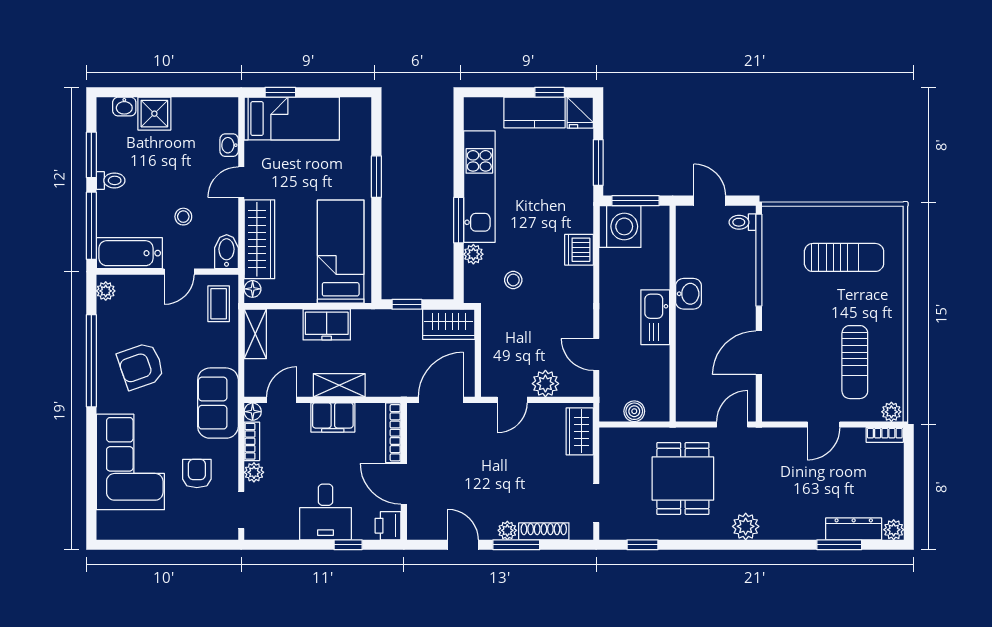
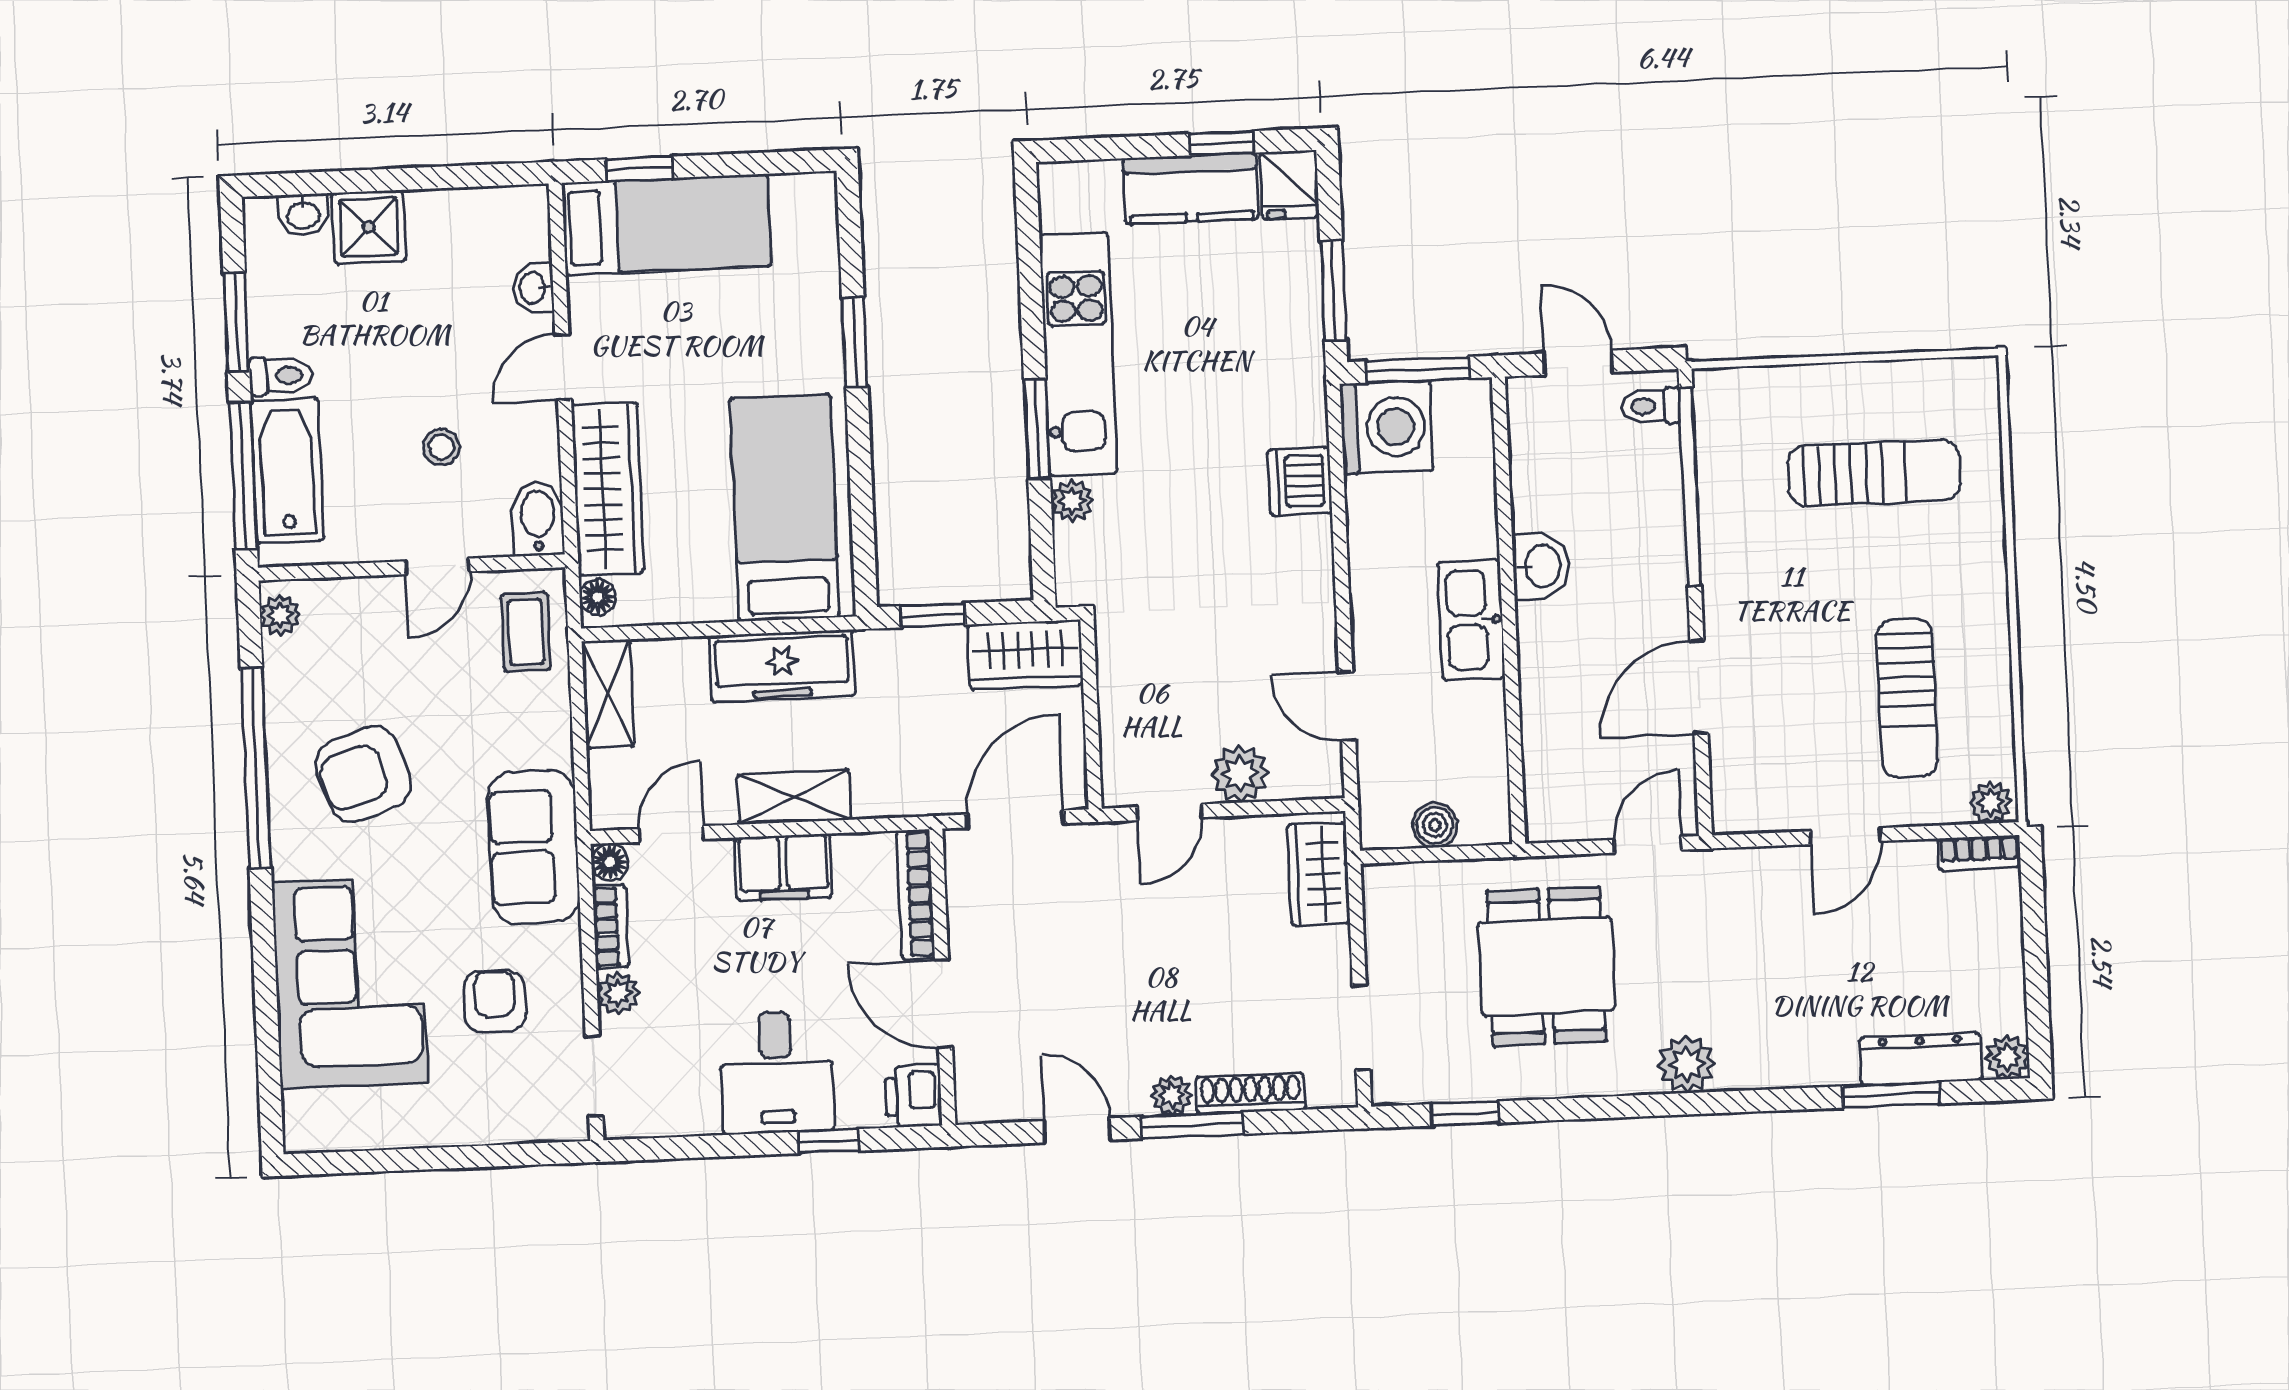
bathtub: (129, 253) -> (287, 470), moved, turned 90
stool: (513, 280) -> (1161, 553), removed
freezer: (327, 325) -> (782, 666), width x1.40

